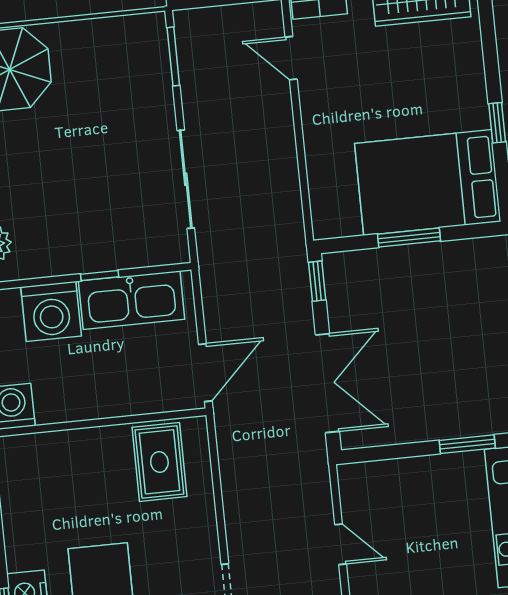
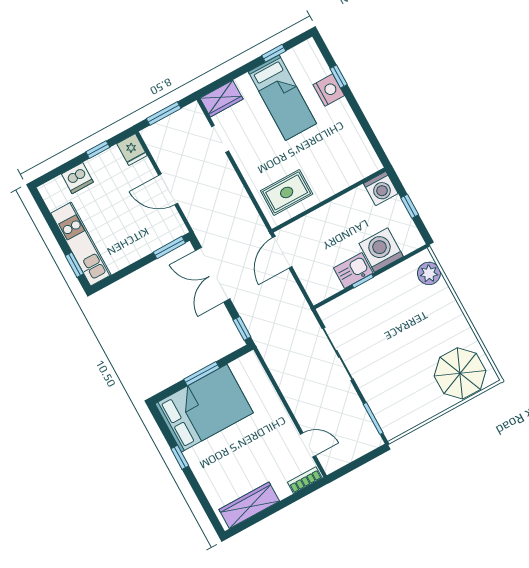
kitchen sink: (132, 300) -> (353, 271), width x0.53, depth x0.81
window: (467, 444) -> (169, 248), moved
rug: (159, 462) -> (287, 192), turned 90
door: (341, 544) -> (168, 189), width x1.38

